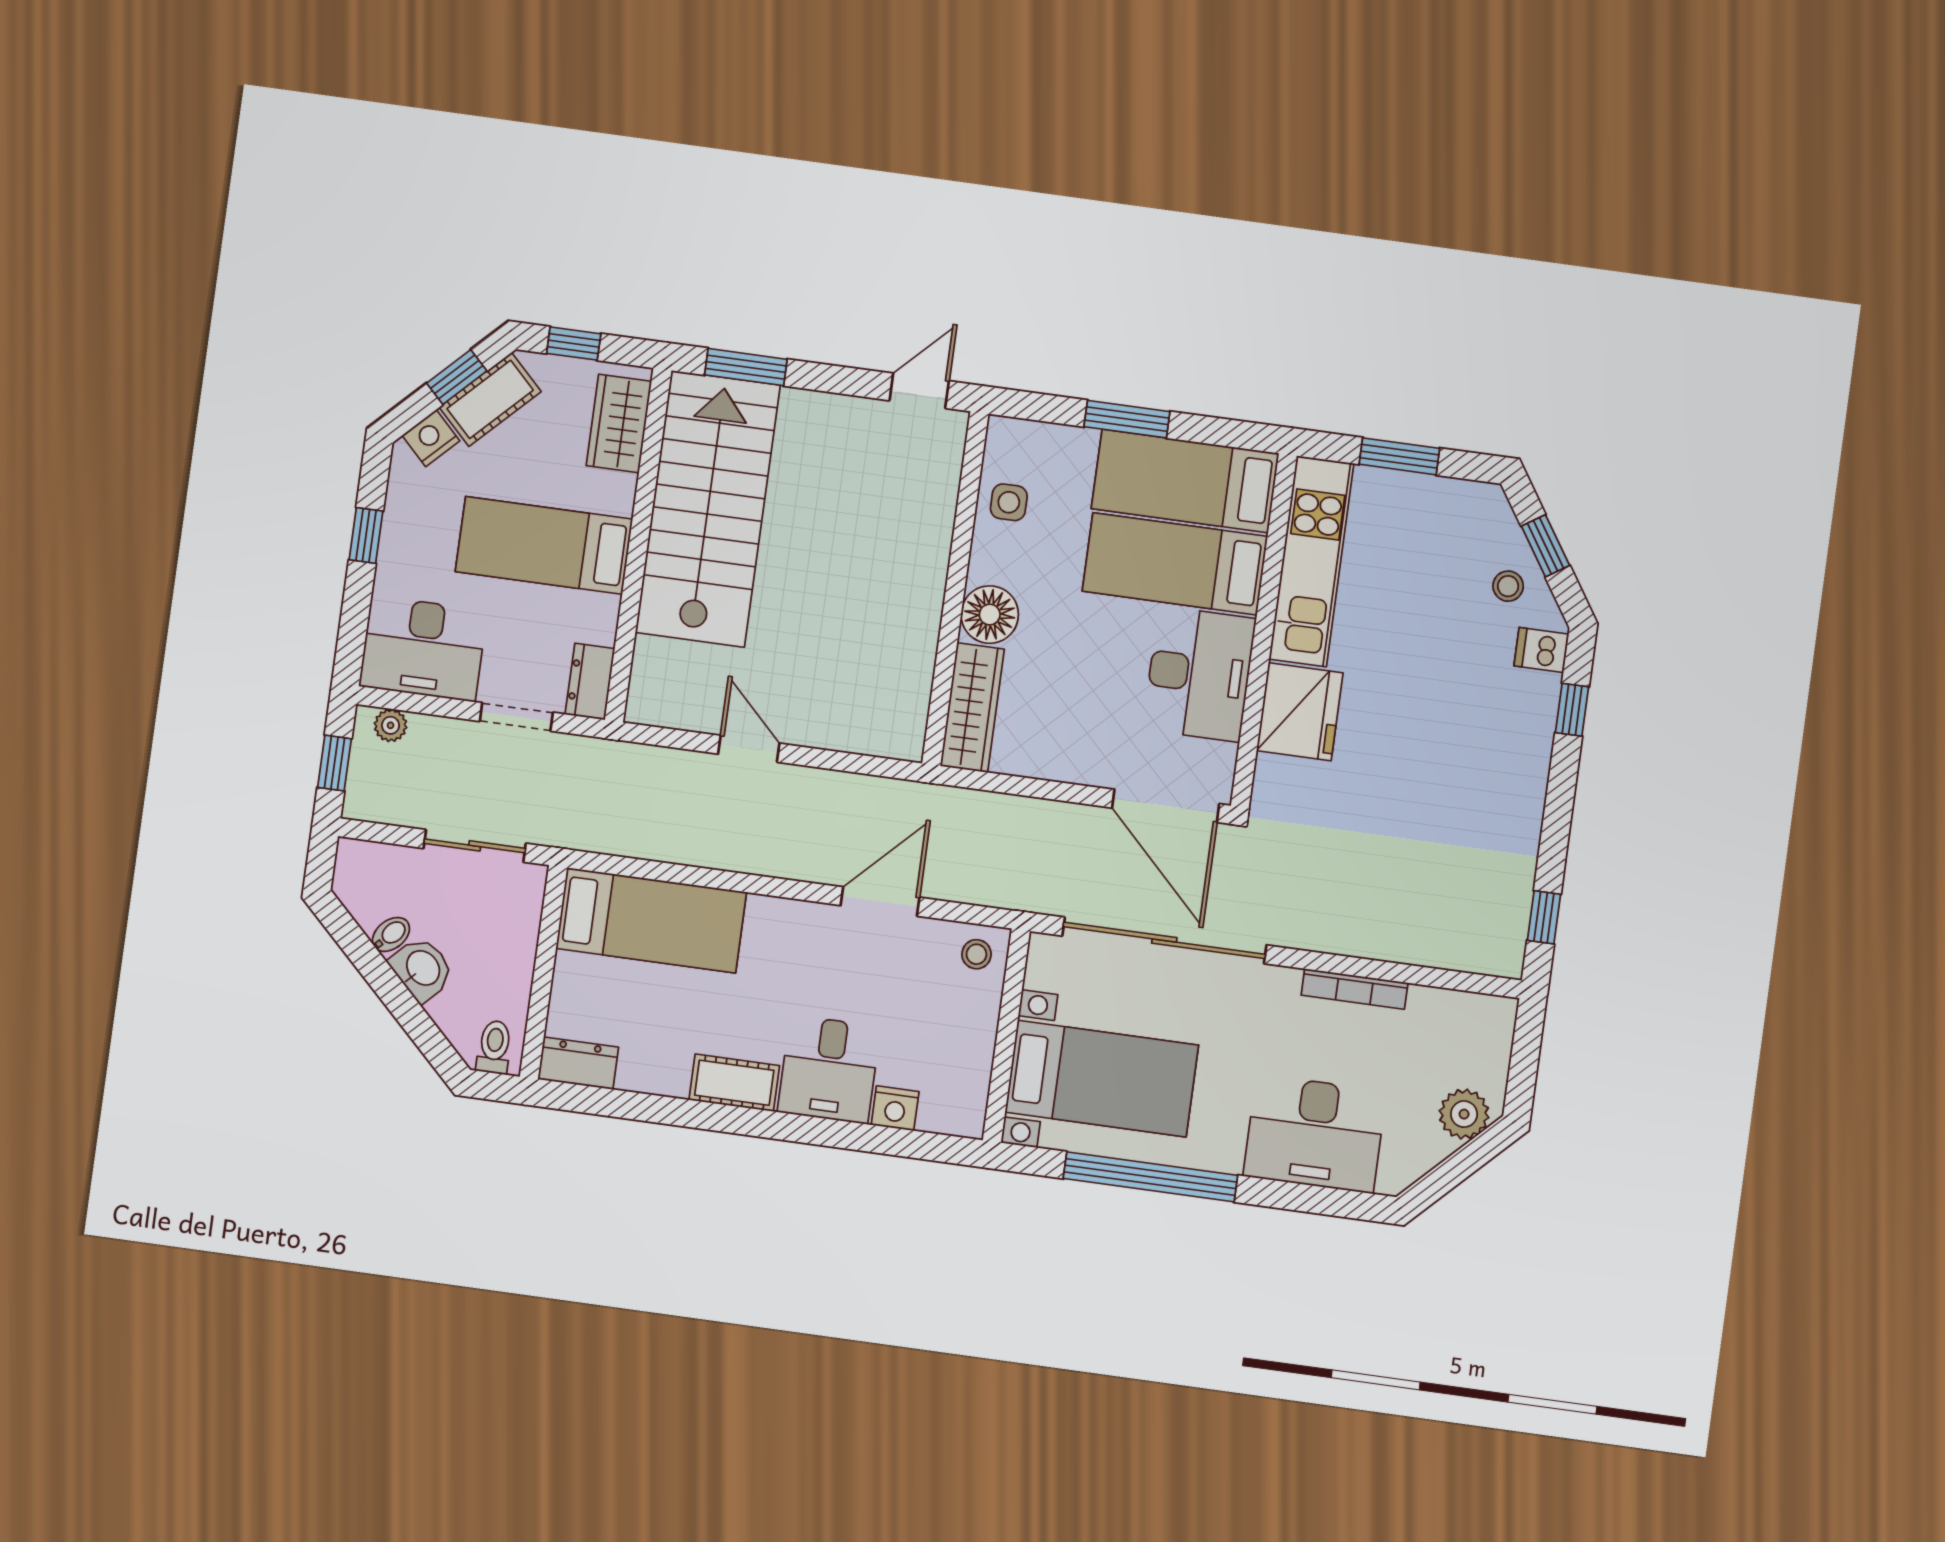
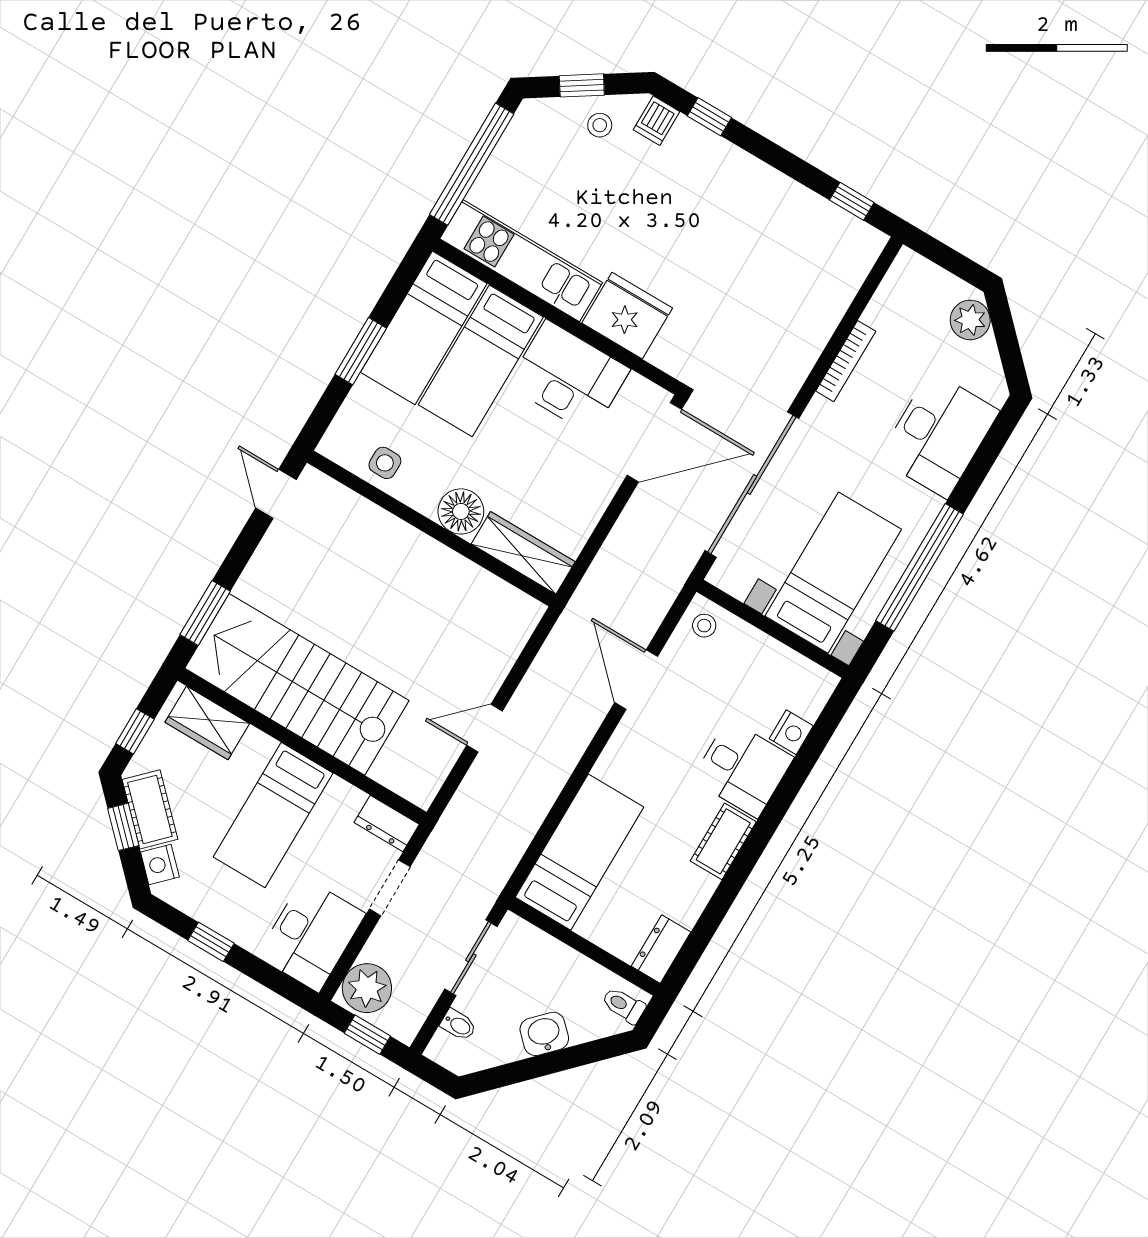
window: (1399, 456) -> (472, 164), width x2.11
plant: (391, 725) -> (367, 988), width x1.87, depth x1.87
bidet: (391, 934) -> (458, 1025), moved, turned 136

